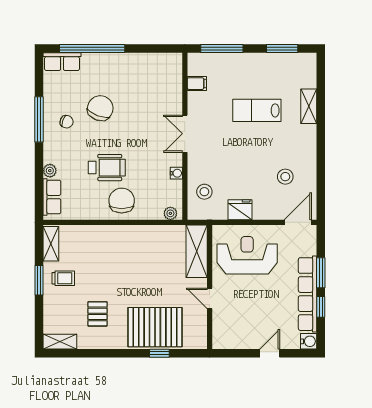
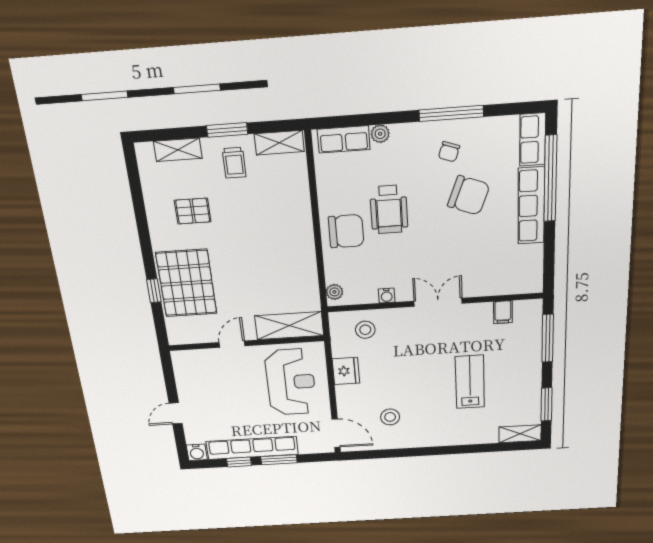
row of seats: (112, 62) -> (531, 206), added
shelving: (309, 106) -> (520, 434), moved
shelving: (60, 342) -> (178, 150), moved, turned 90
door: (270, 353) -> (176, 413), swing flipped

